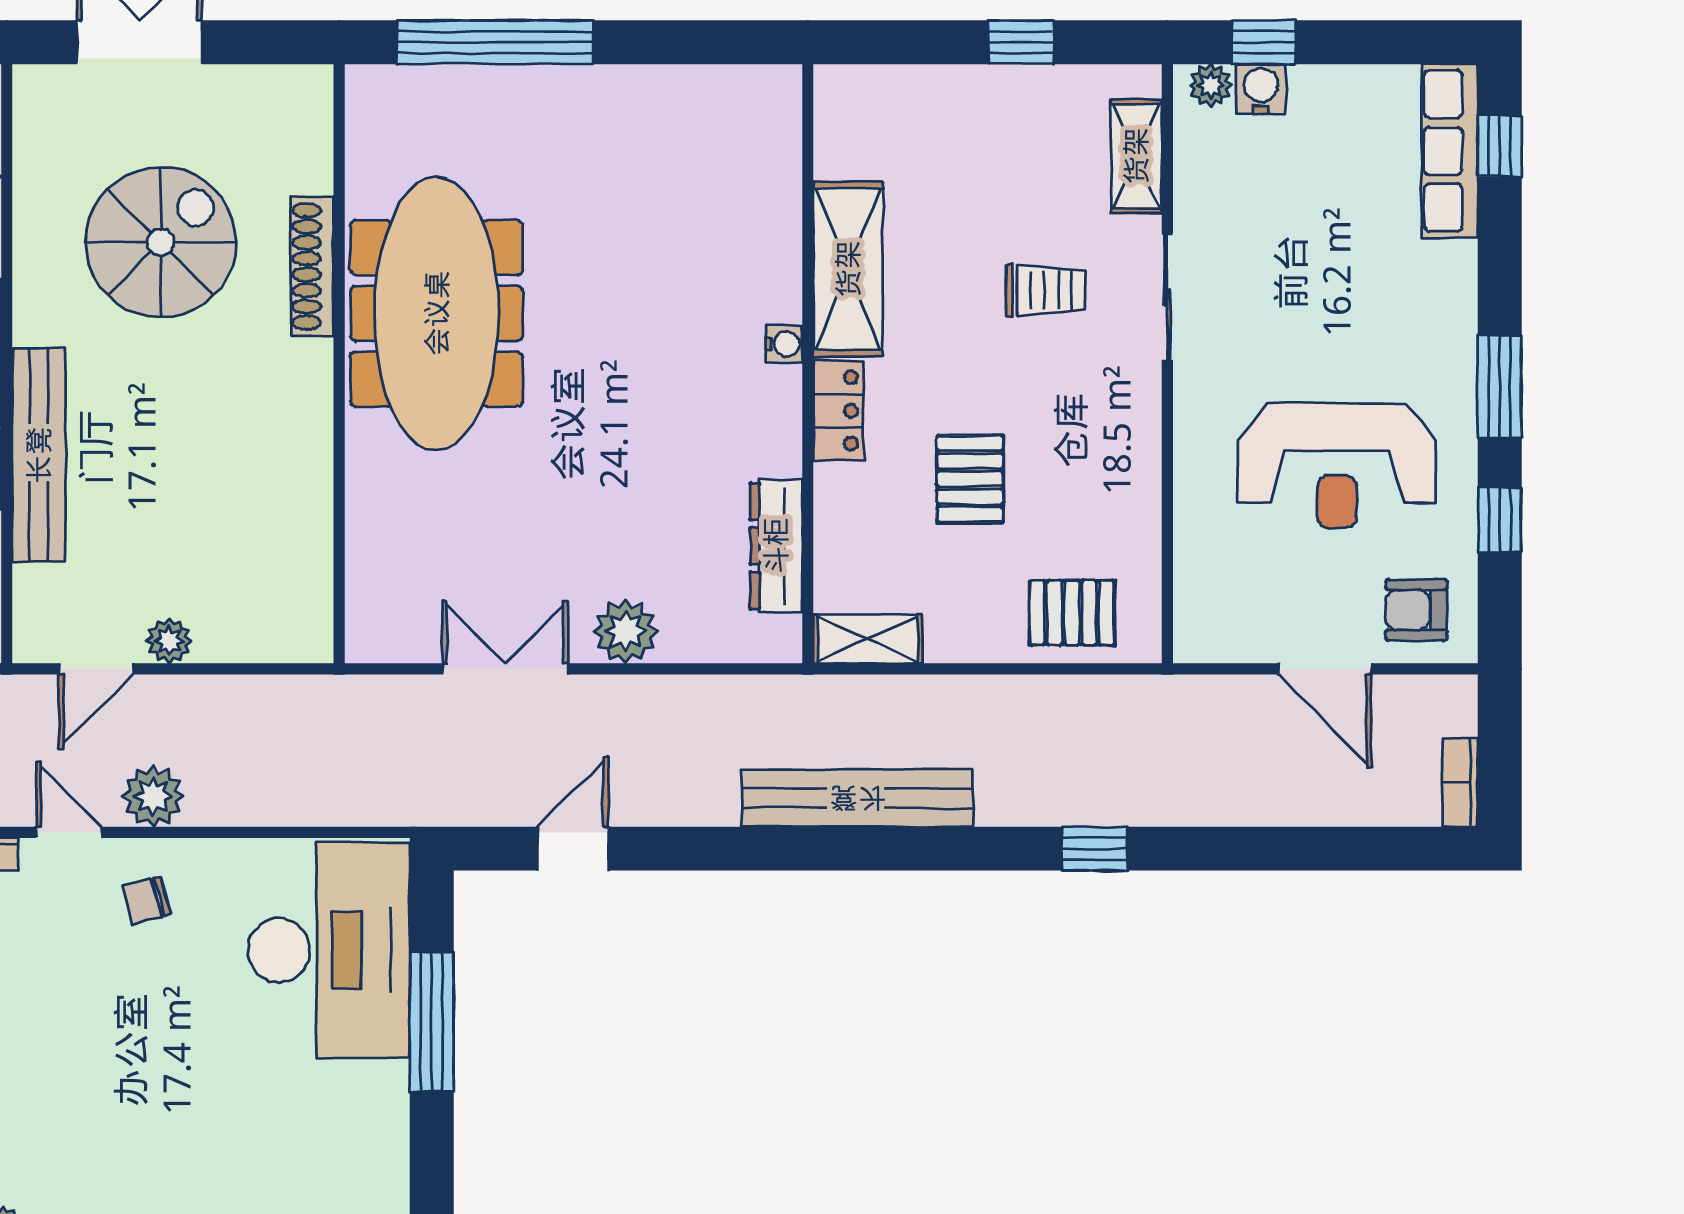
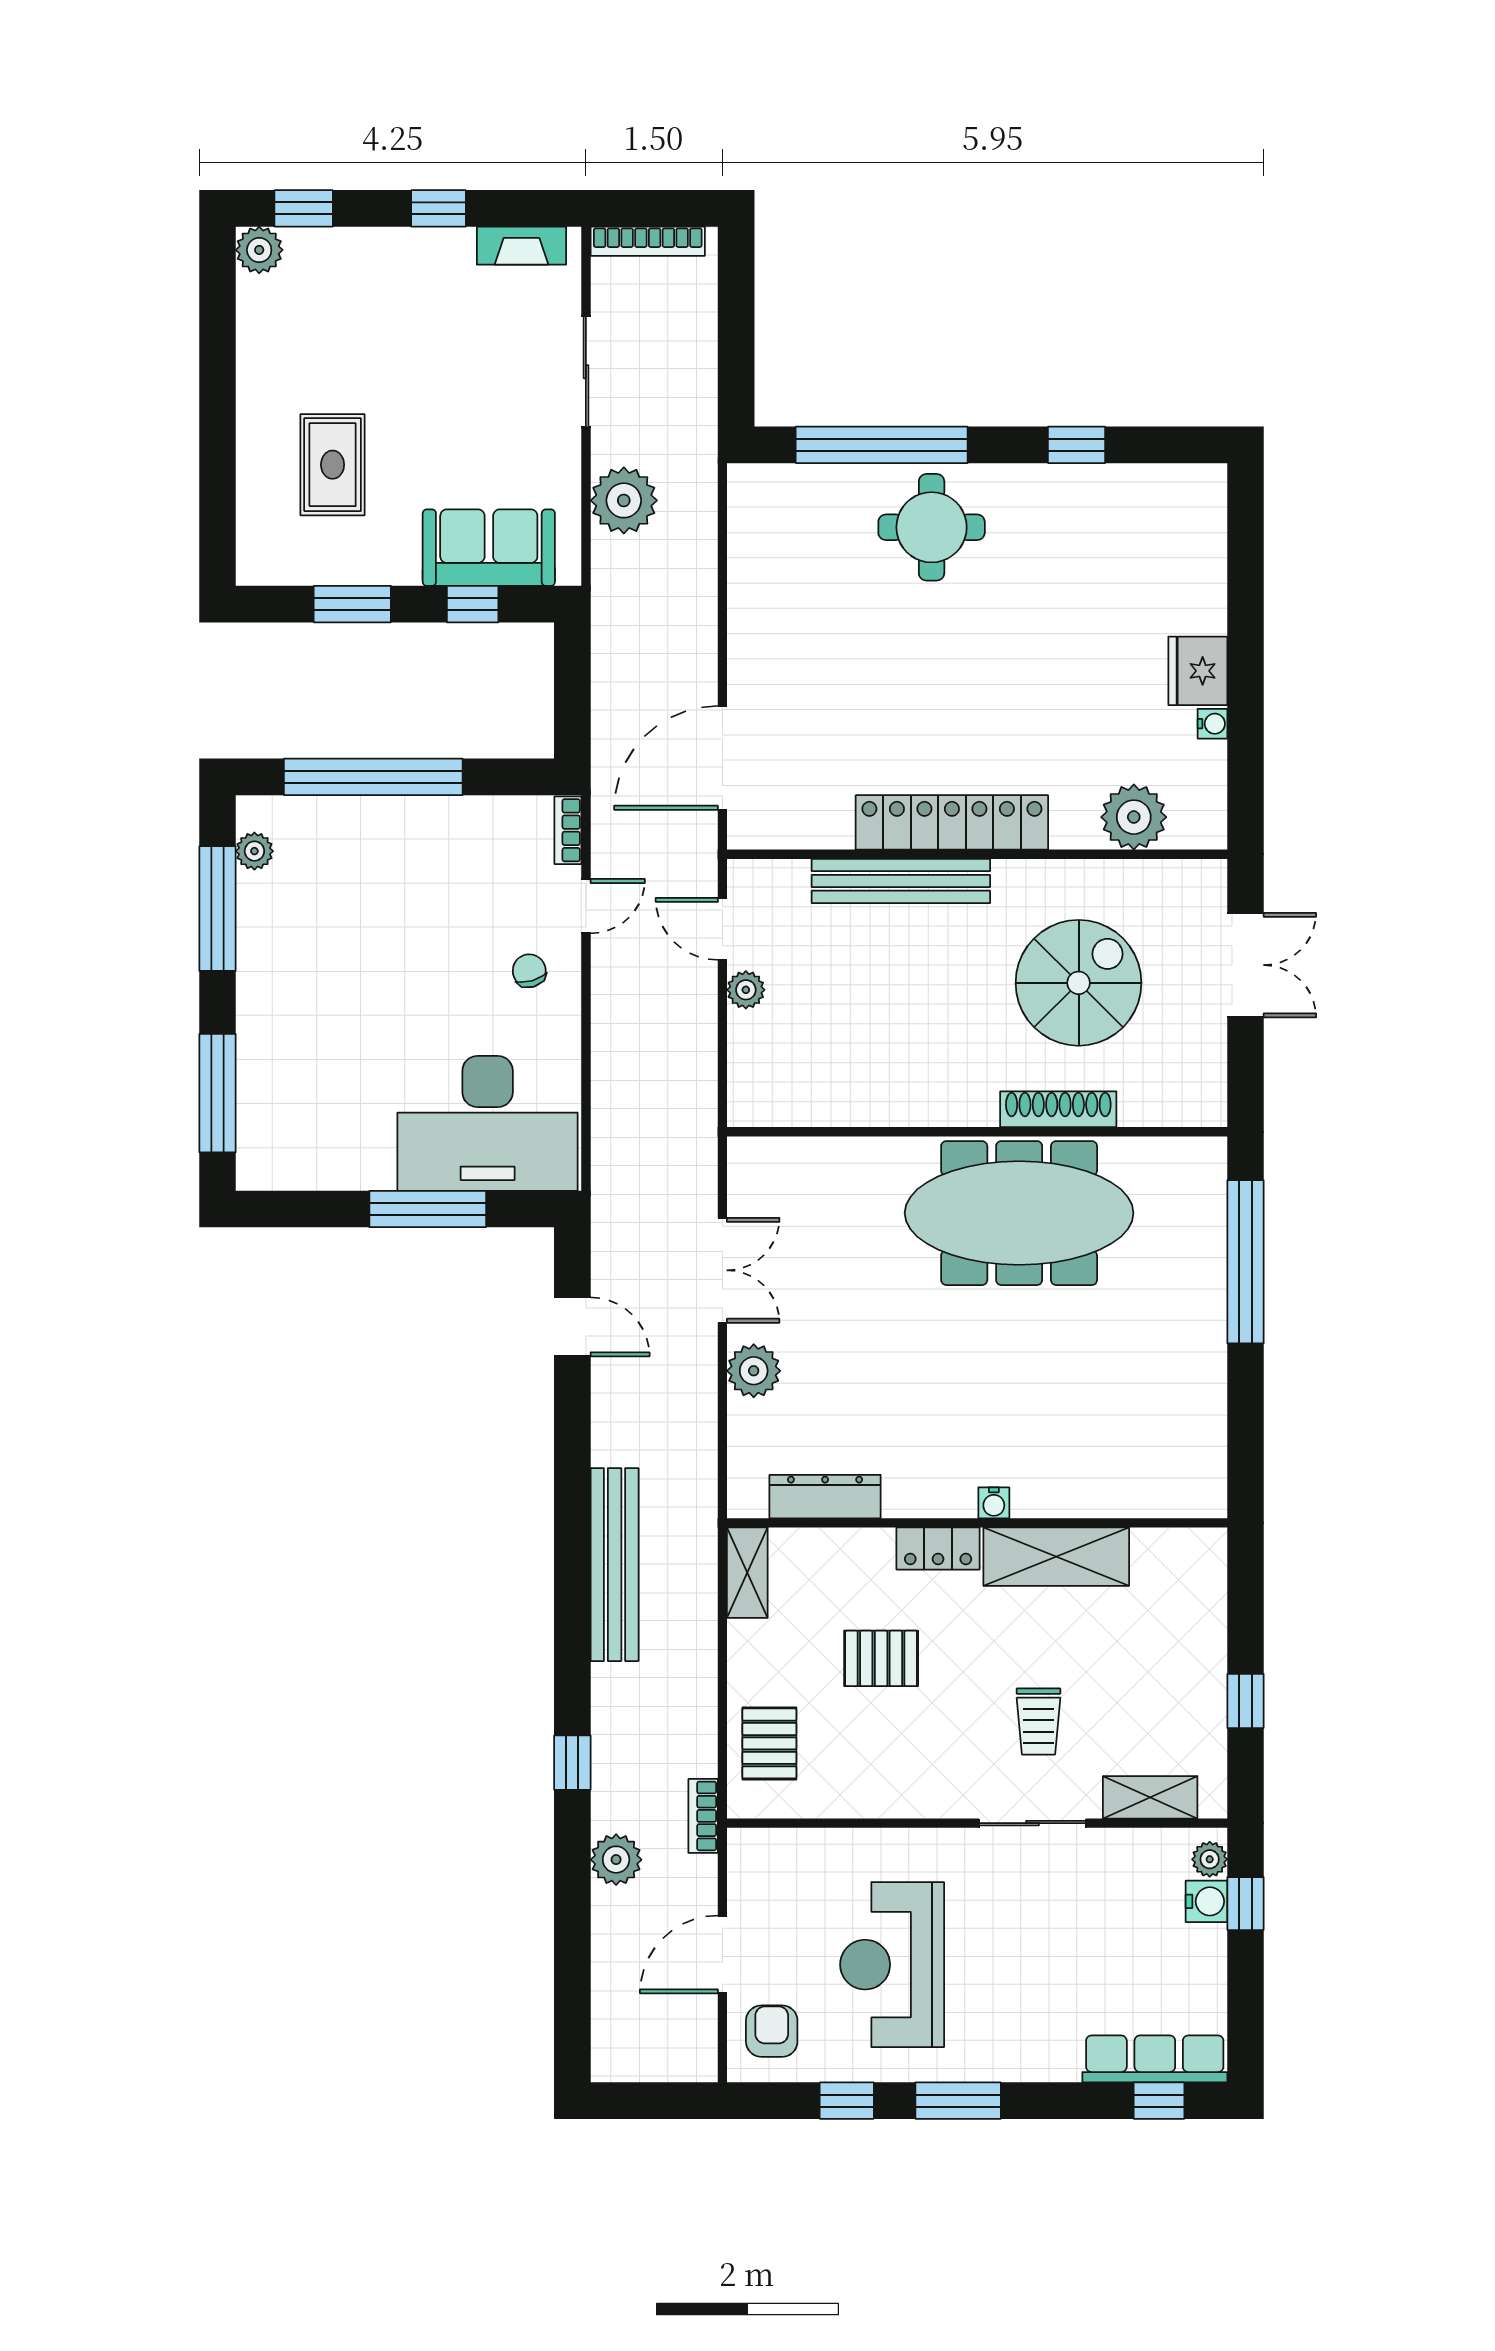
spiral stairs: (161, 242) -> (1079, 983), turned -90
bookcase: (1460, 783) -> (703, 1816), moved, turned -90
plant: (153, 796) -> (616, 1860), moved

